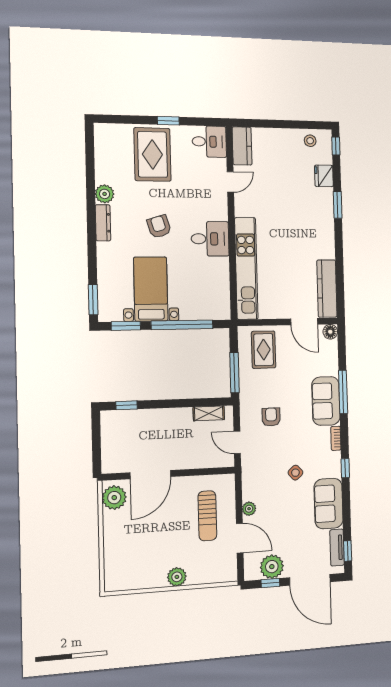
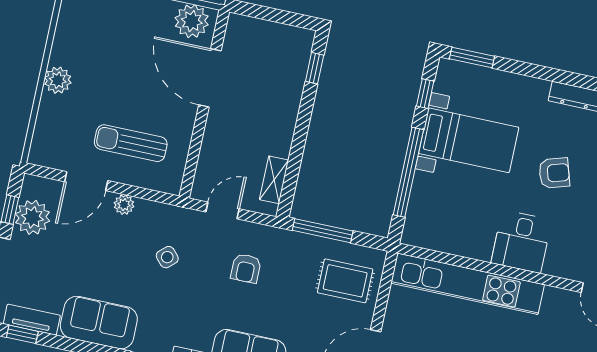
window: (126, 326) -> (425, 94), width x0.67
armchair: (271, 417) -> (246, 268), turned 90
side table: (295, 473) -> (167, 257), moved

